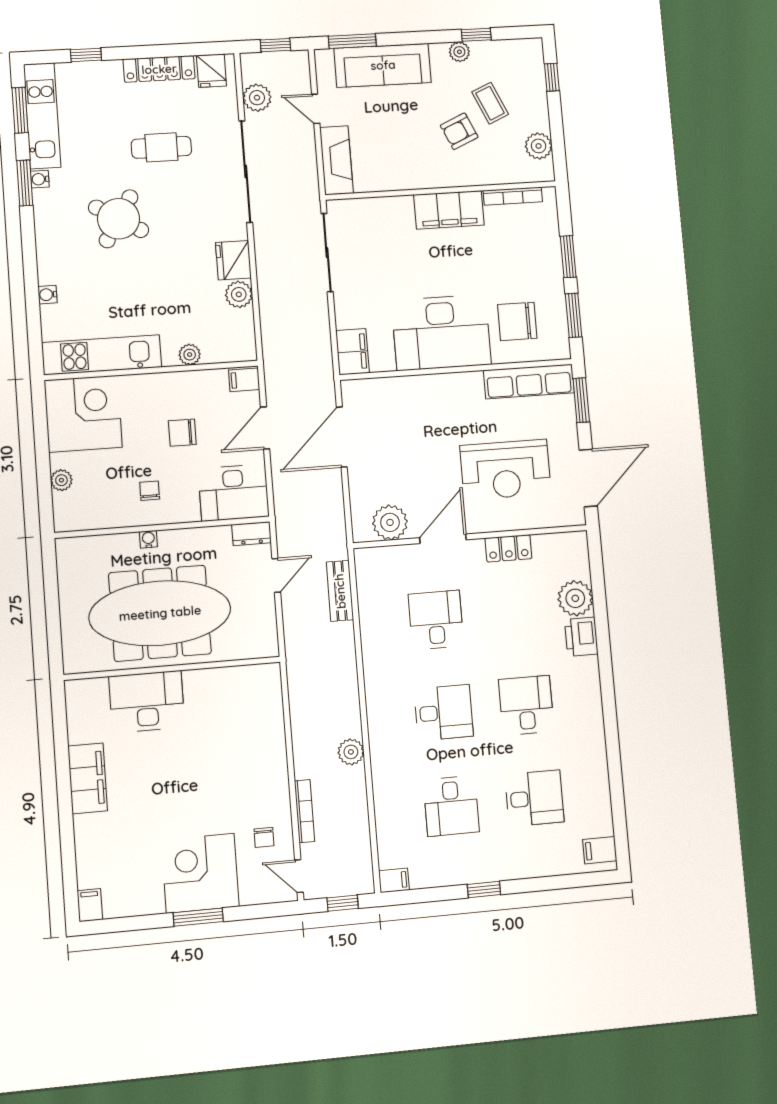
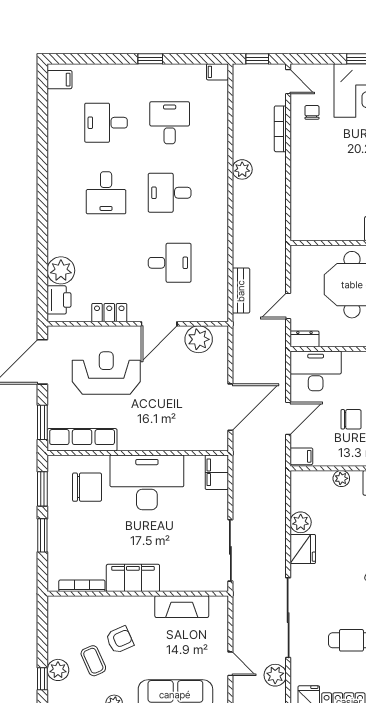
plant: (539, 146) -> (58, 670), moved
fireplace: (336, 160) -> (182, 607), moved, turned -90
desk: (436, 620) -> (170, 263), turned -90
printer: (581, 637) -> (59, 300), moved

